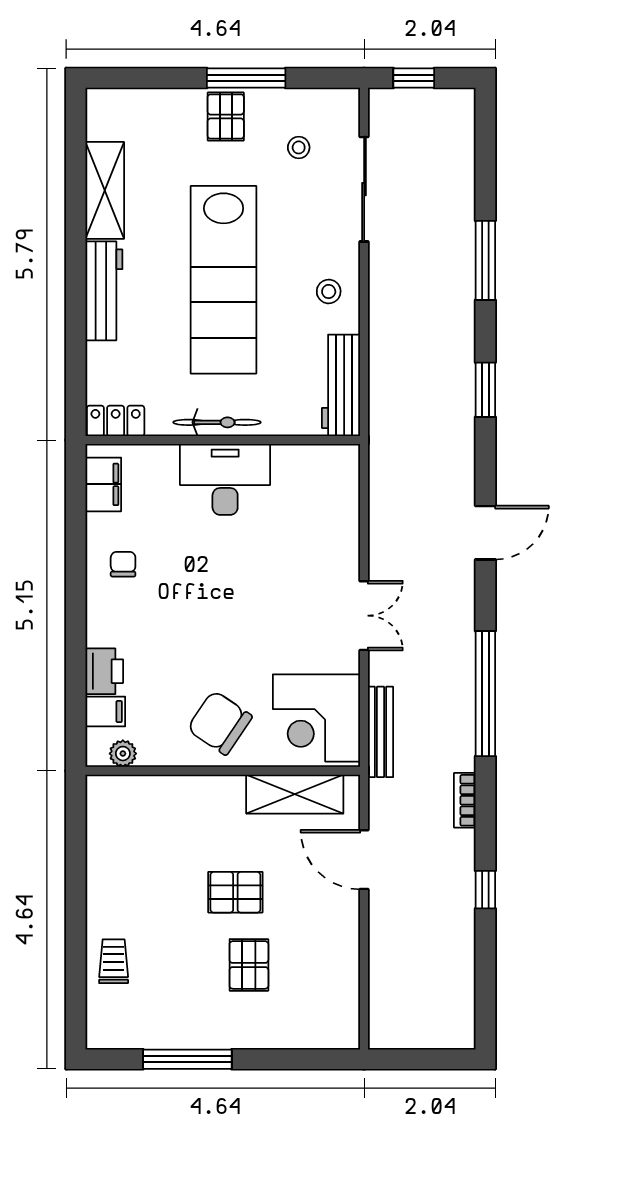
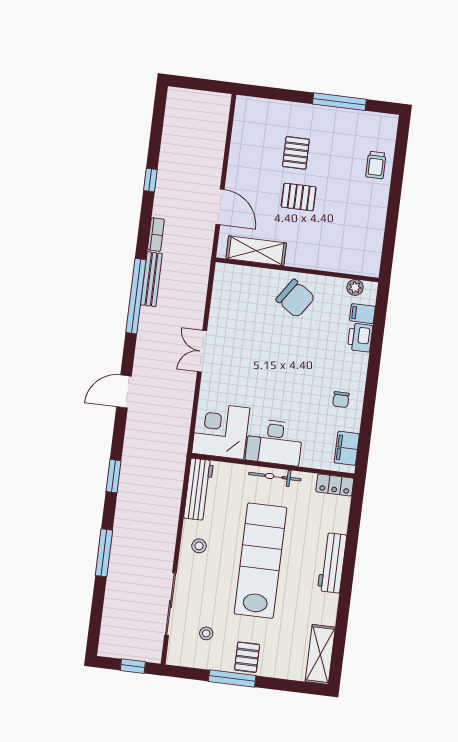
shelving: (105, 190) -> (320, 655), moved
corner desk: (316, 718) -> (221, 431), moved, turned -90
bench: (381, 732) -> (151, 279), moved

